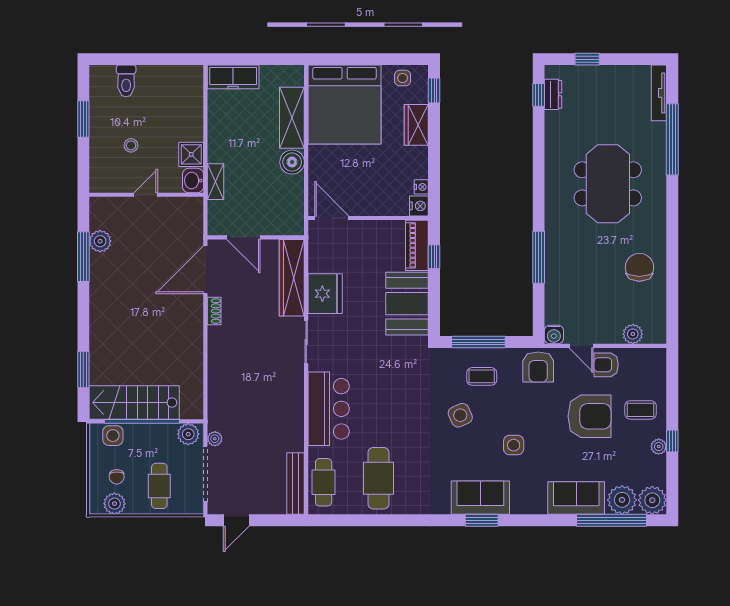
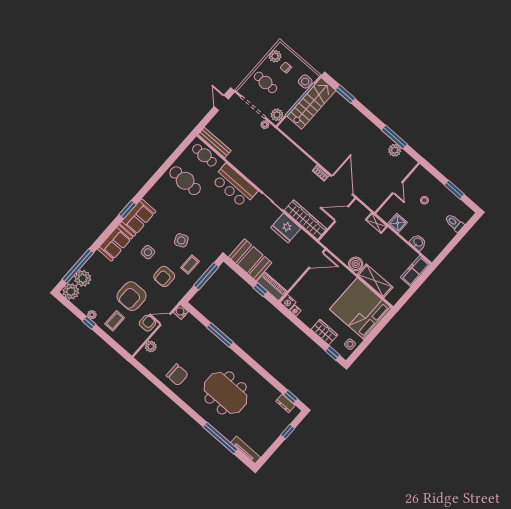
washbasin: (193, 181) -> (418, 242), moved
armchair: (538, 367) -> (164, 276), moved, turned -90
sofa: (576, 498) -> (115, 243), moved

